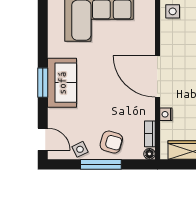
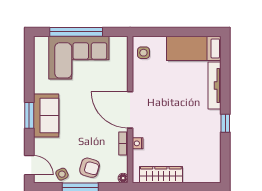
bookcase: (150, 134) -> (123, 144), moved

